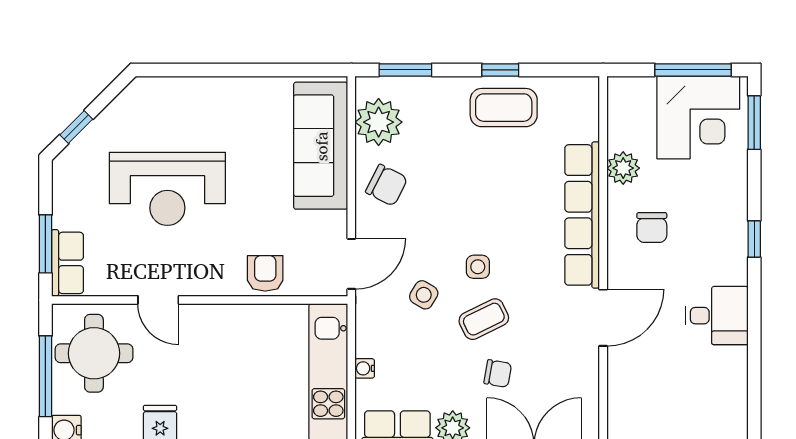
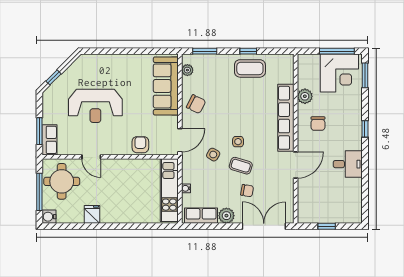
plant: (379, 122) -> (187, 70), width x0.53, depth x0.53
coffee table: (484, 319) -> (241, 166), turned 43

